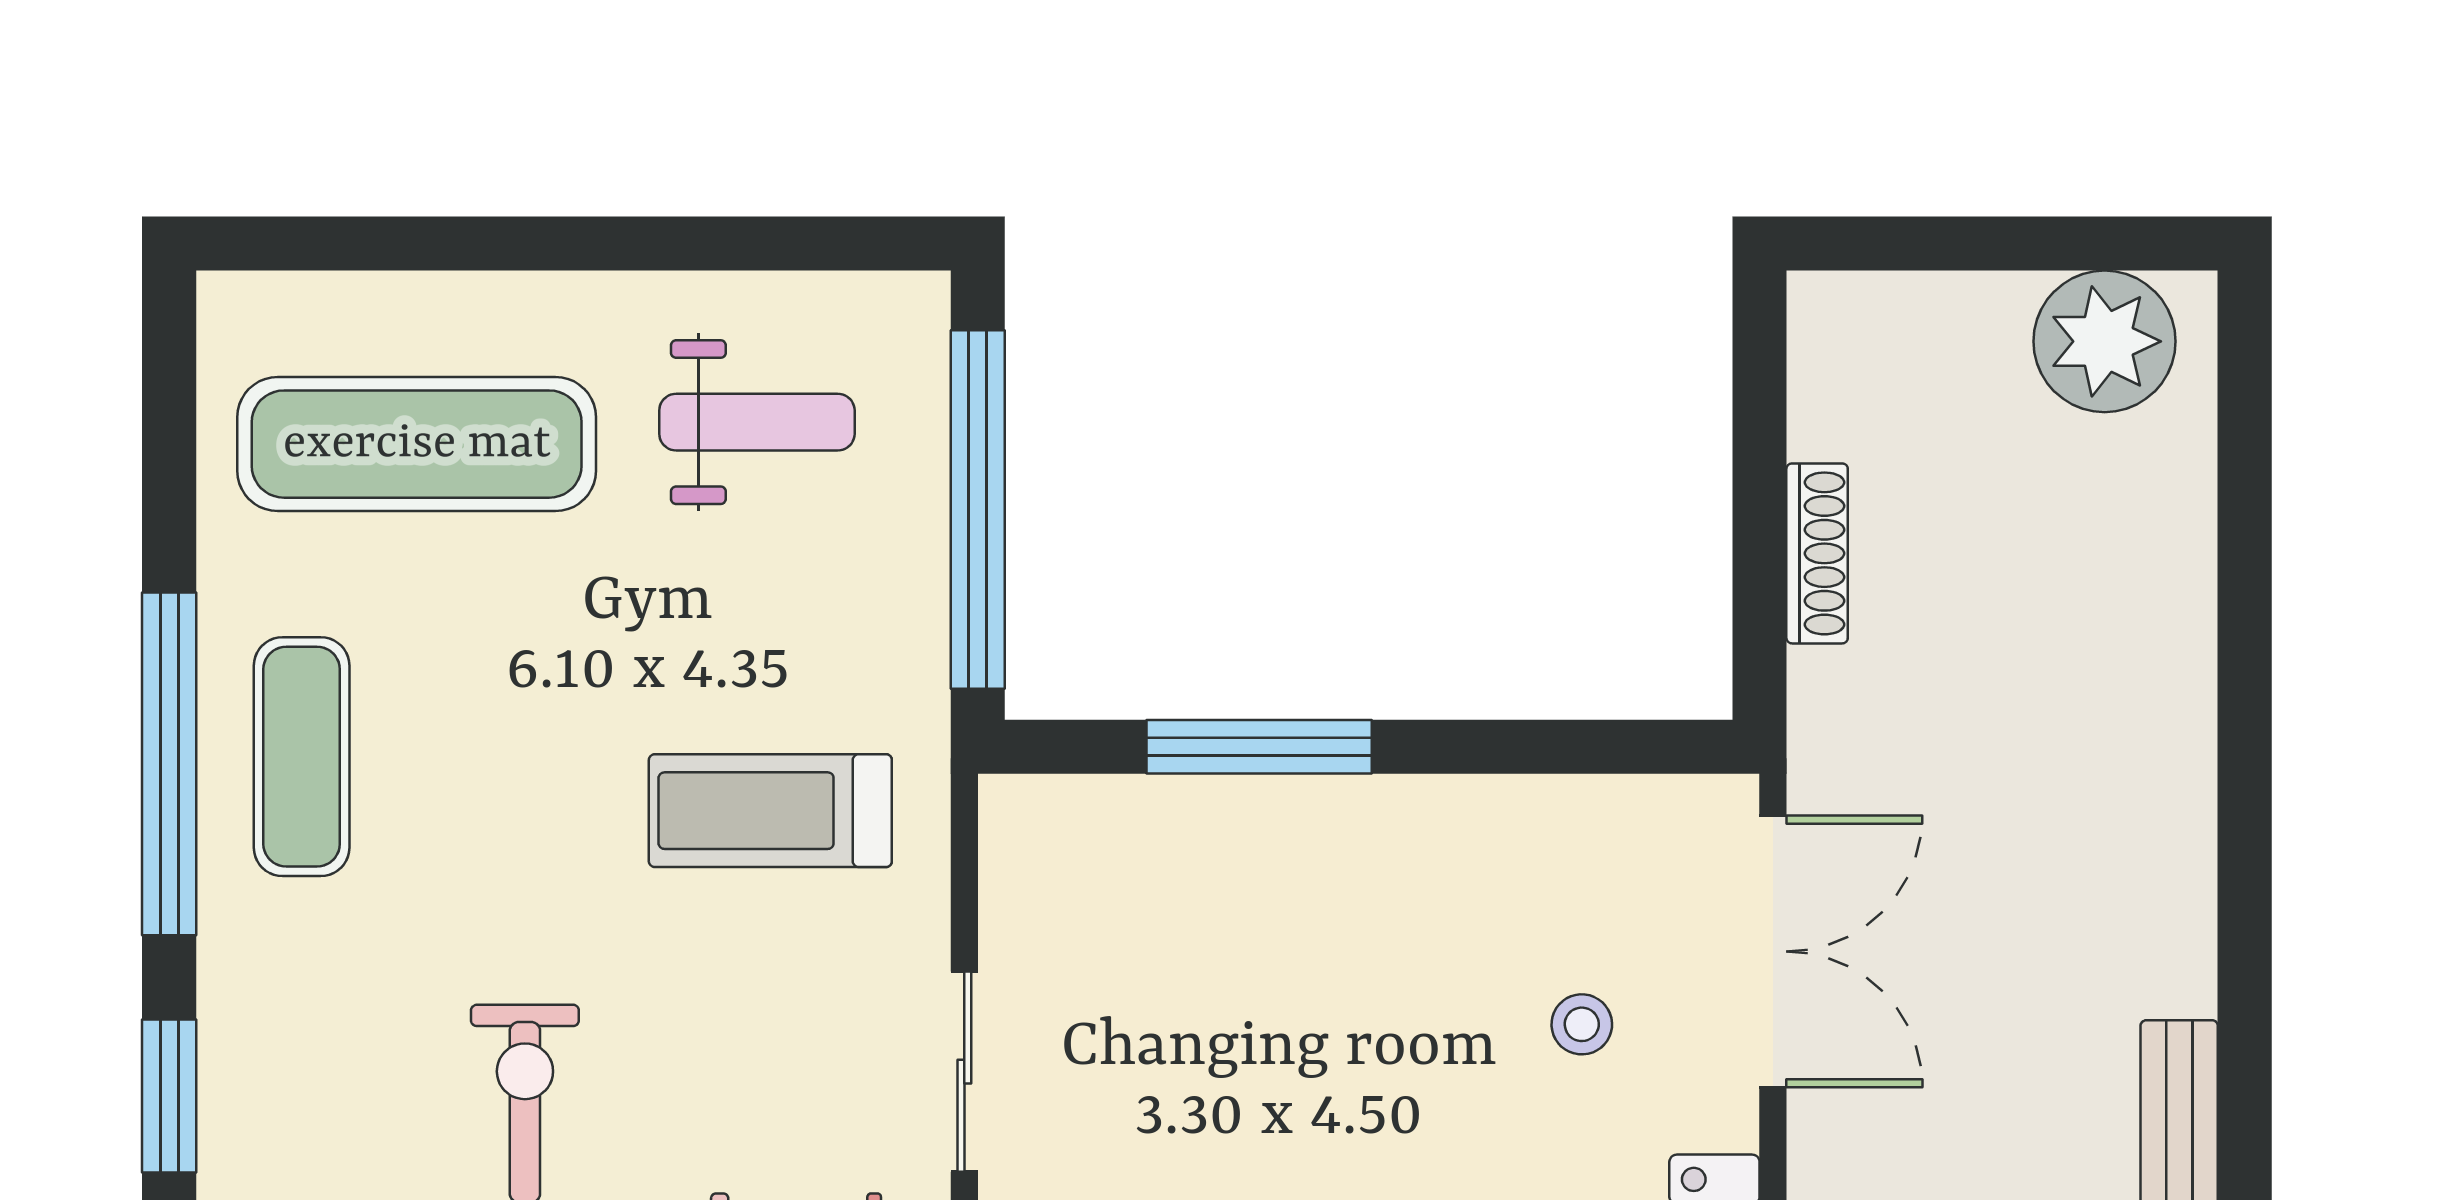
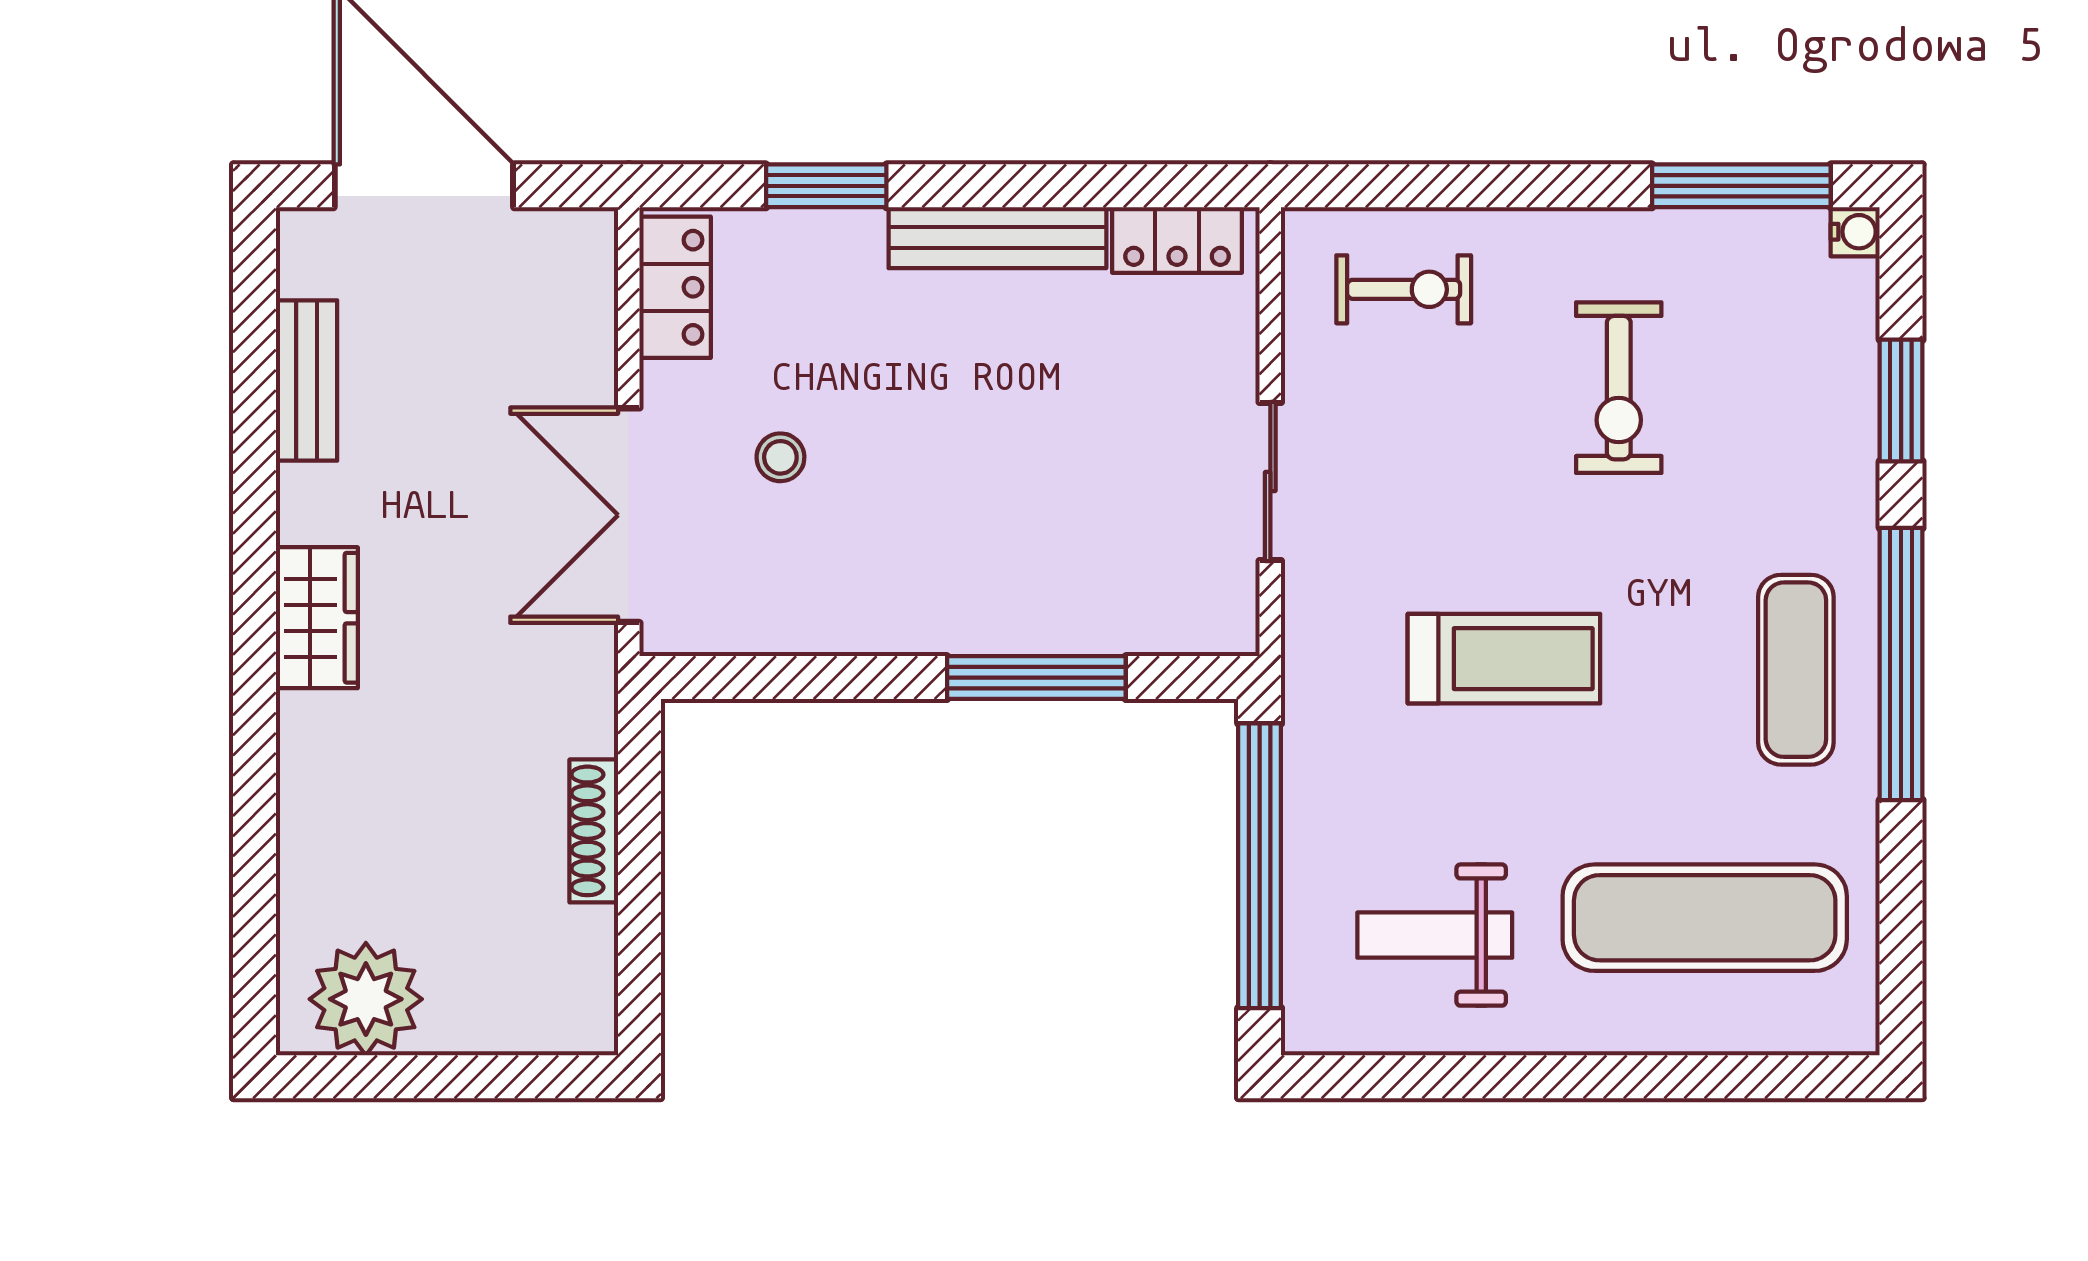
treadmill: (770, 811) -> (1504, 659), moved
wardrobe: (2166, 822) -> (317, 618), added
sliding door: (964, 1072) -> (1270, 482), moved

